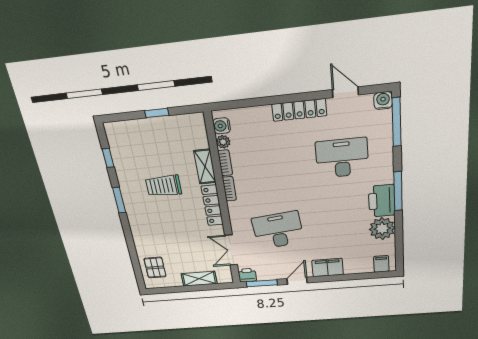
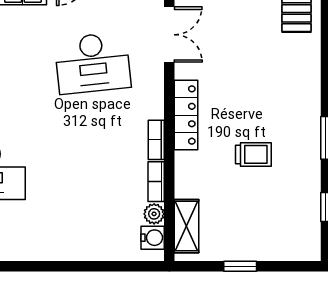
locker: (299, 110) -> (43, 249), removed
shelving: (205, 167) -> (187, 226), moved
trolley: (164, 186) -> (253, 154), width x0.73, depth x0.72

